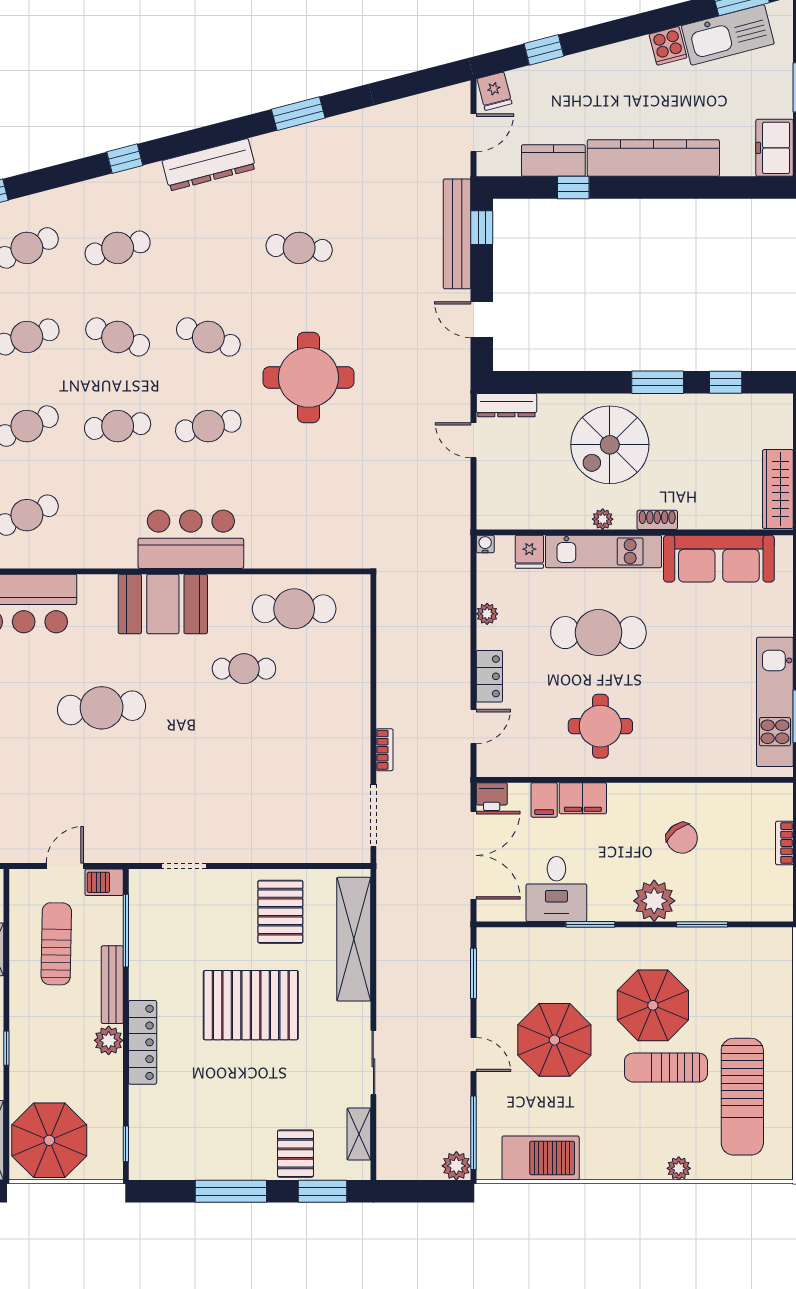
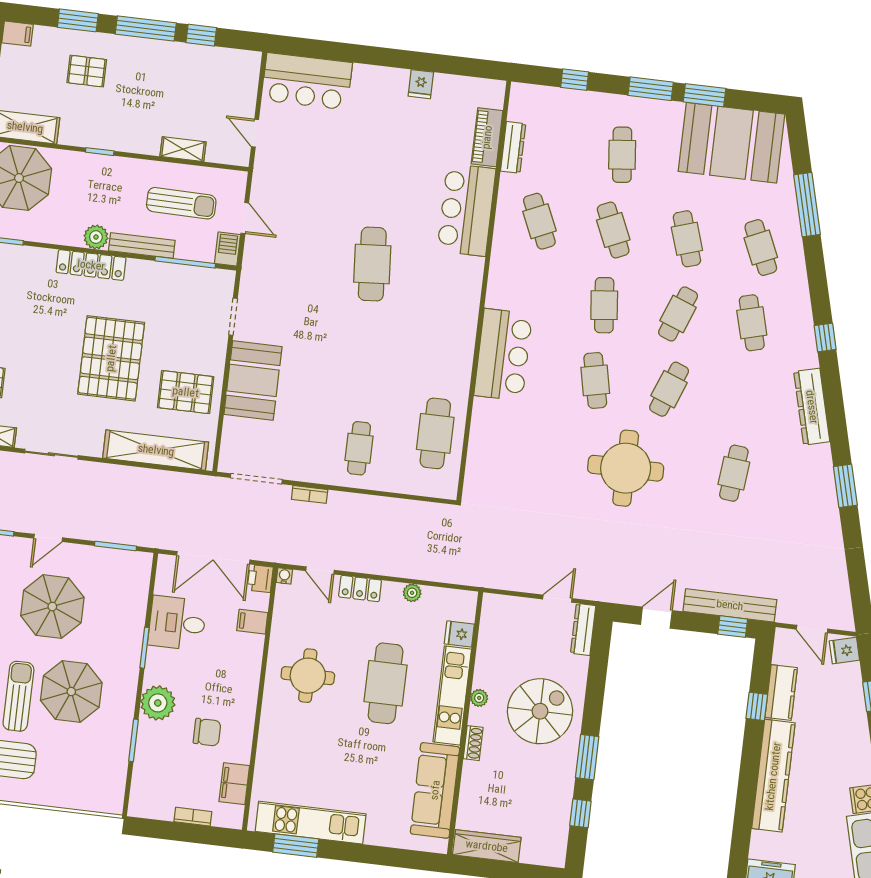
spiral stairs: (610, 445) -> (540, 711), turned 90
water cooler: (485, 544) -> (284, 576), moved, turned -90
booth: (163, 604) -> (253, 380), moved
cafe table: (244, 669) -> (359, 448), moved
filing cabinet: (583, 798) -> (234, 784), moved
chair: (682, 838) -> (207, 732), turned -142

